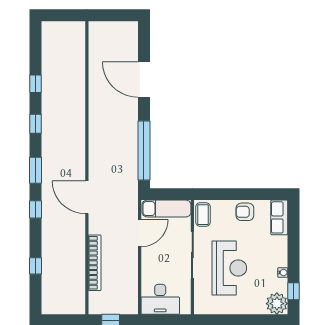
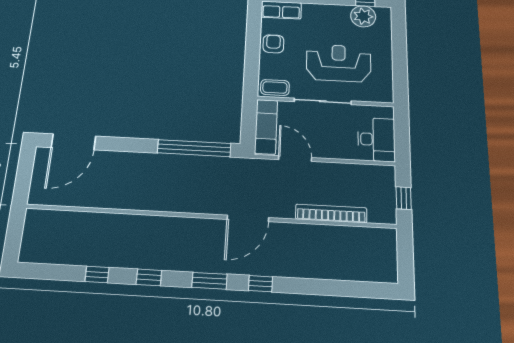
door: (144, 80) -> (73, 142), moved
armchair: (245, 212) -> (273, 44), turned 180
window: (35, 266) -> (335, 288), removed
water cooler: (283, 273) -> (344, 10), removed
plant: (277, 304) -> (363, 16), moved

